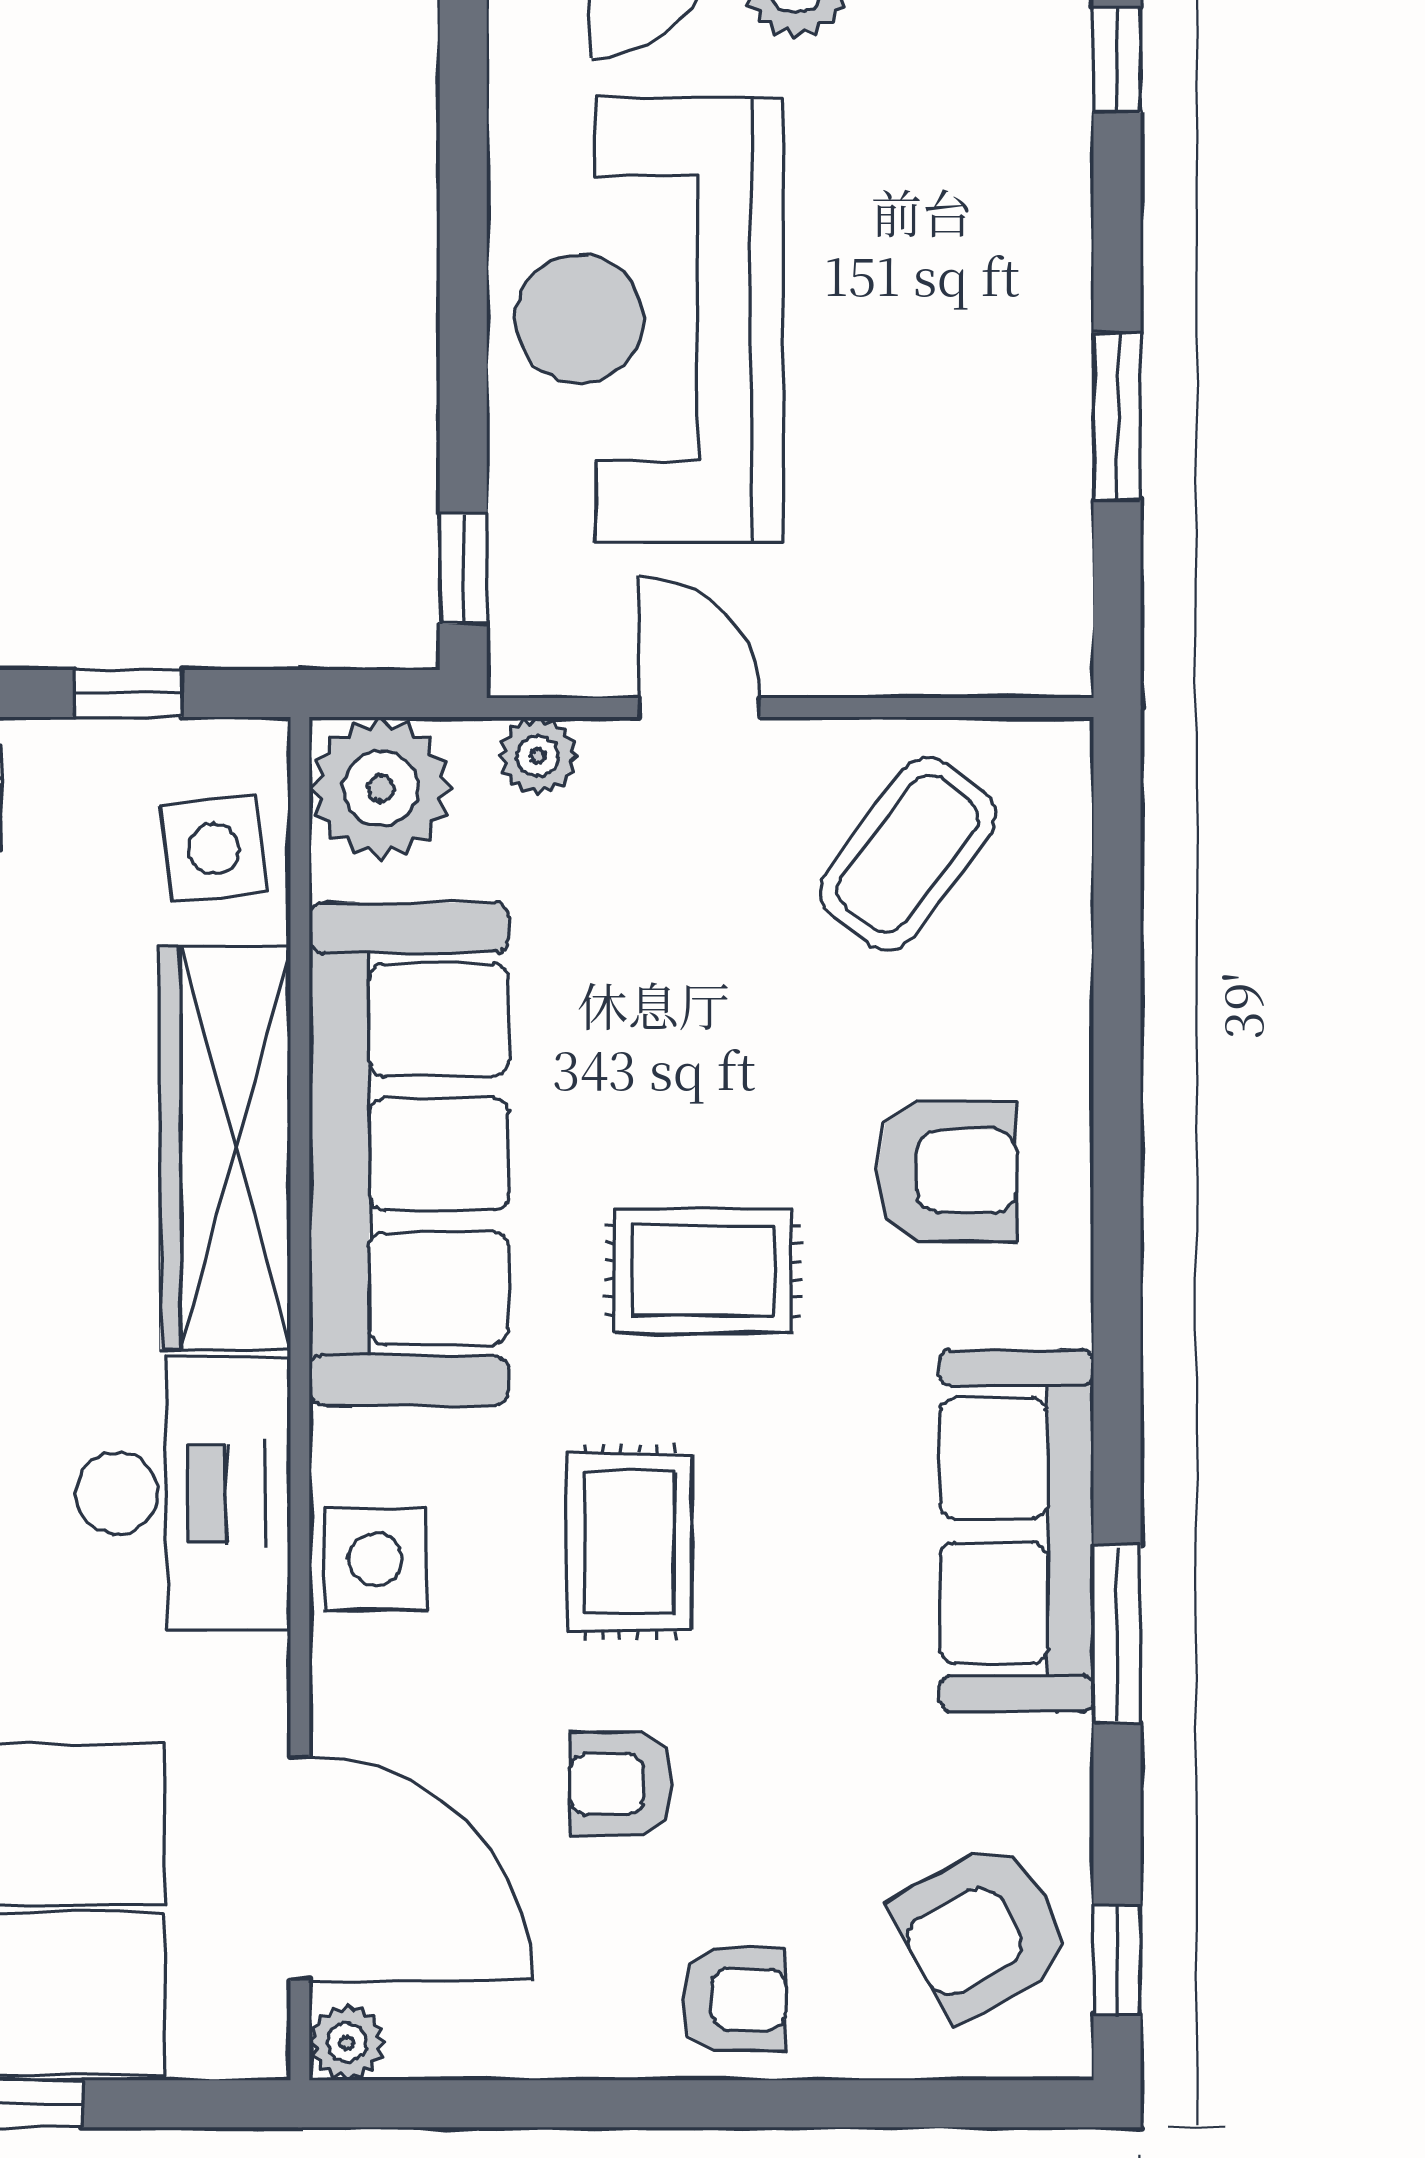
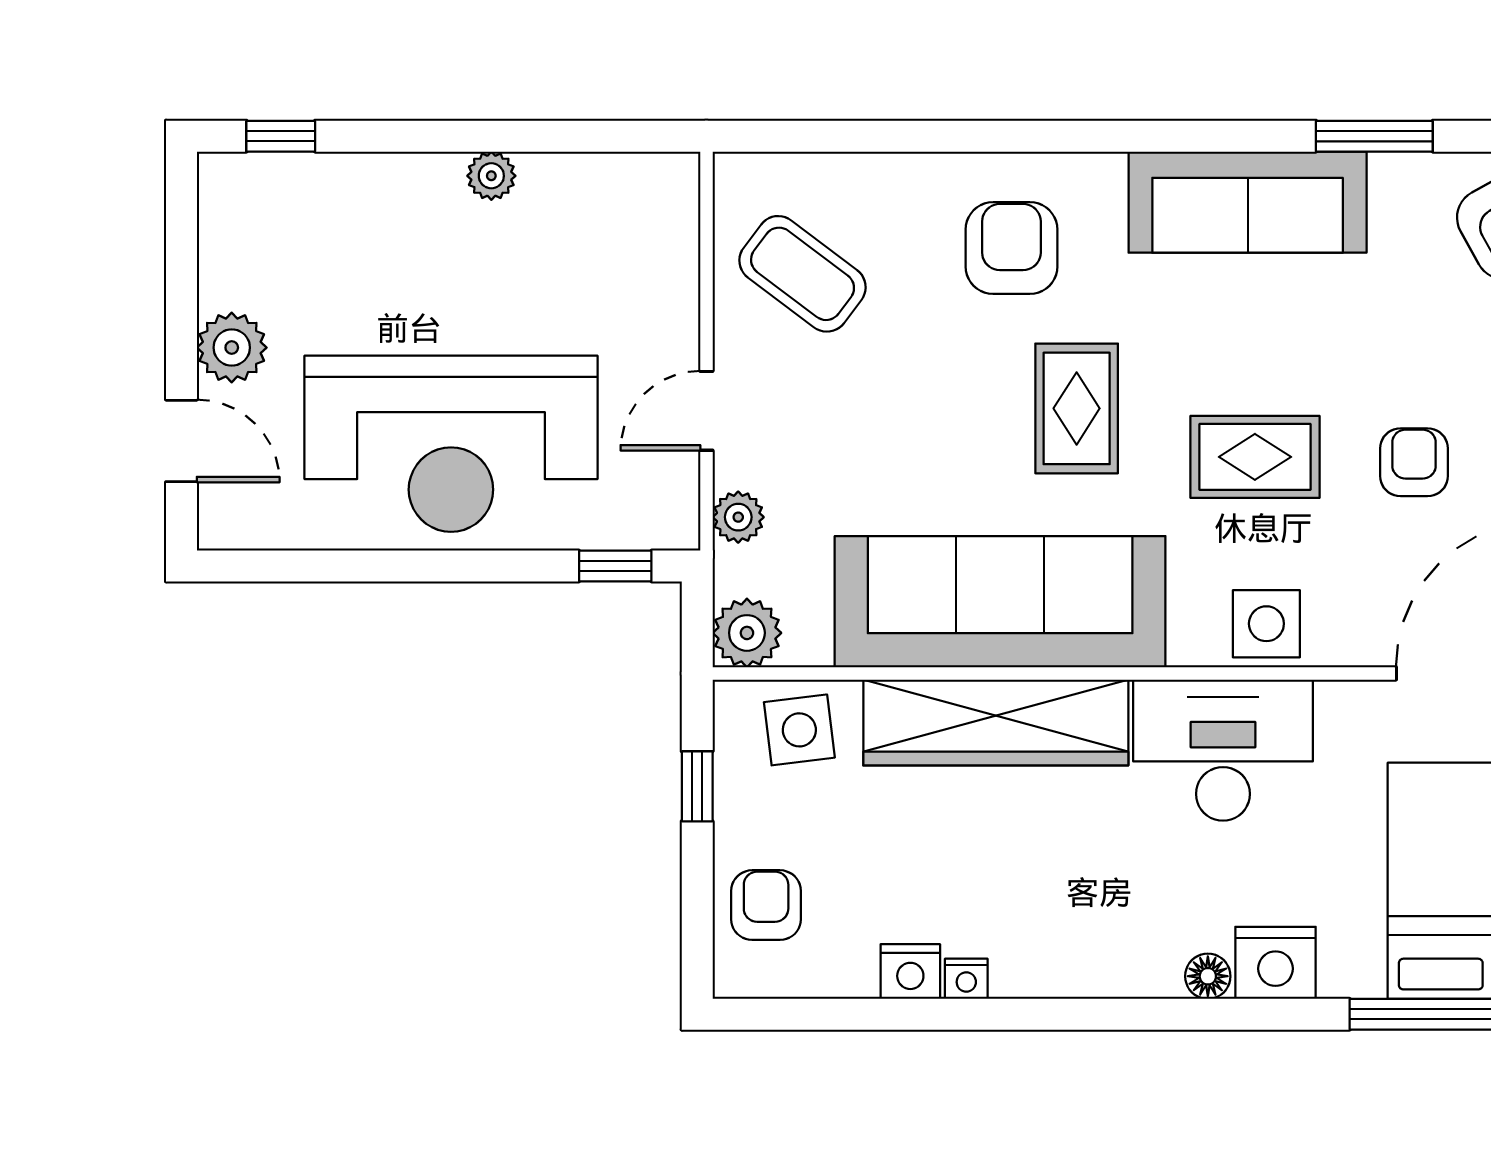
plant: (1057, 380) -> (491, 176), added
window: (1117, 416) -> (515, 136), removed
plant: (381, 788) -> (747, 633), width x0.73, depth x0.73
window: (1117, 1634) -> (1374, 136), moved
armchair: (621, 1784) -> (1414, 462), turned 180

